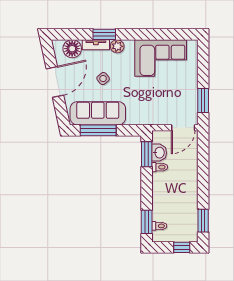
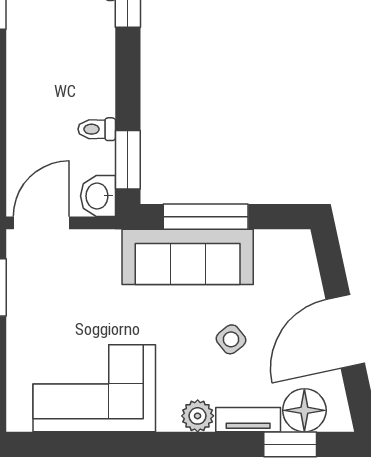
window: (104, 34) -> (290, 444), moved
sofa: (98, 113) -> (188, 257), moved
window: (98, 130) -> (206, 217), moved
washbasin: (159, 153) -> (98, 196), moved

